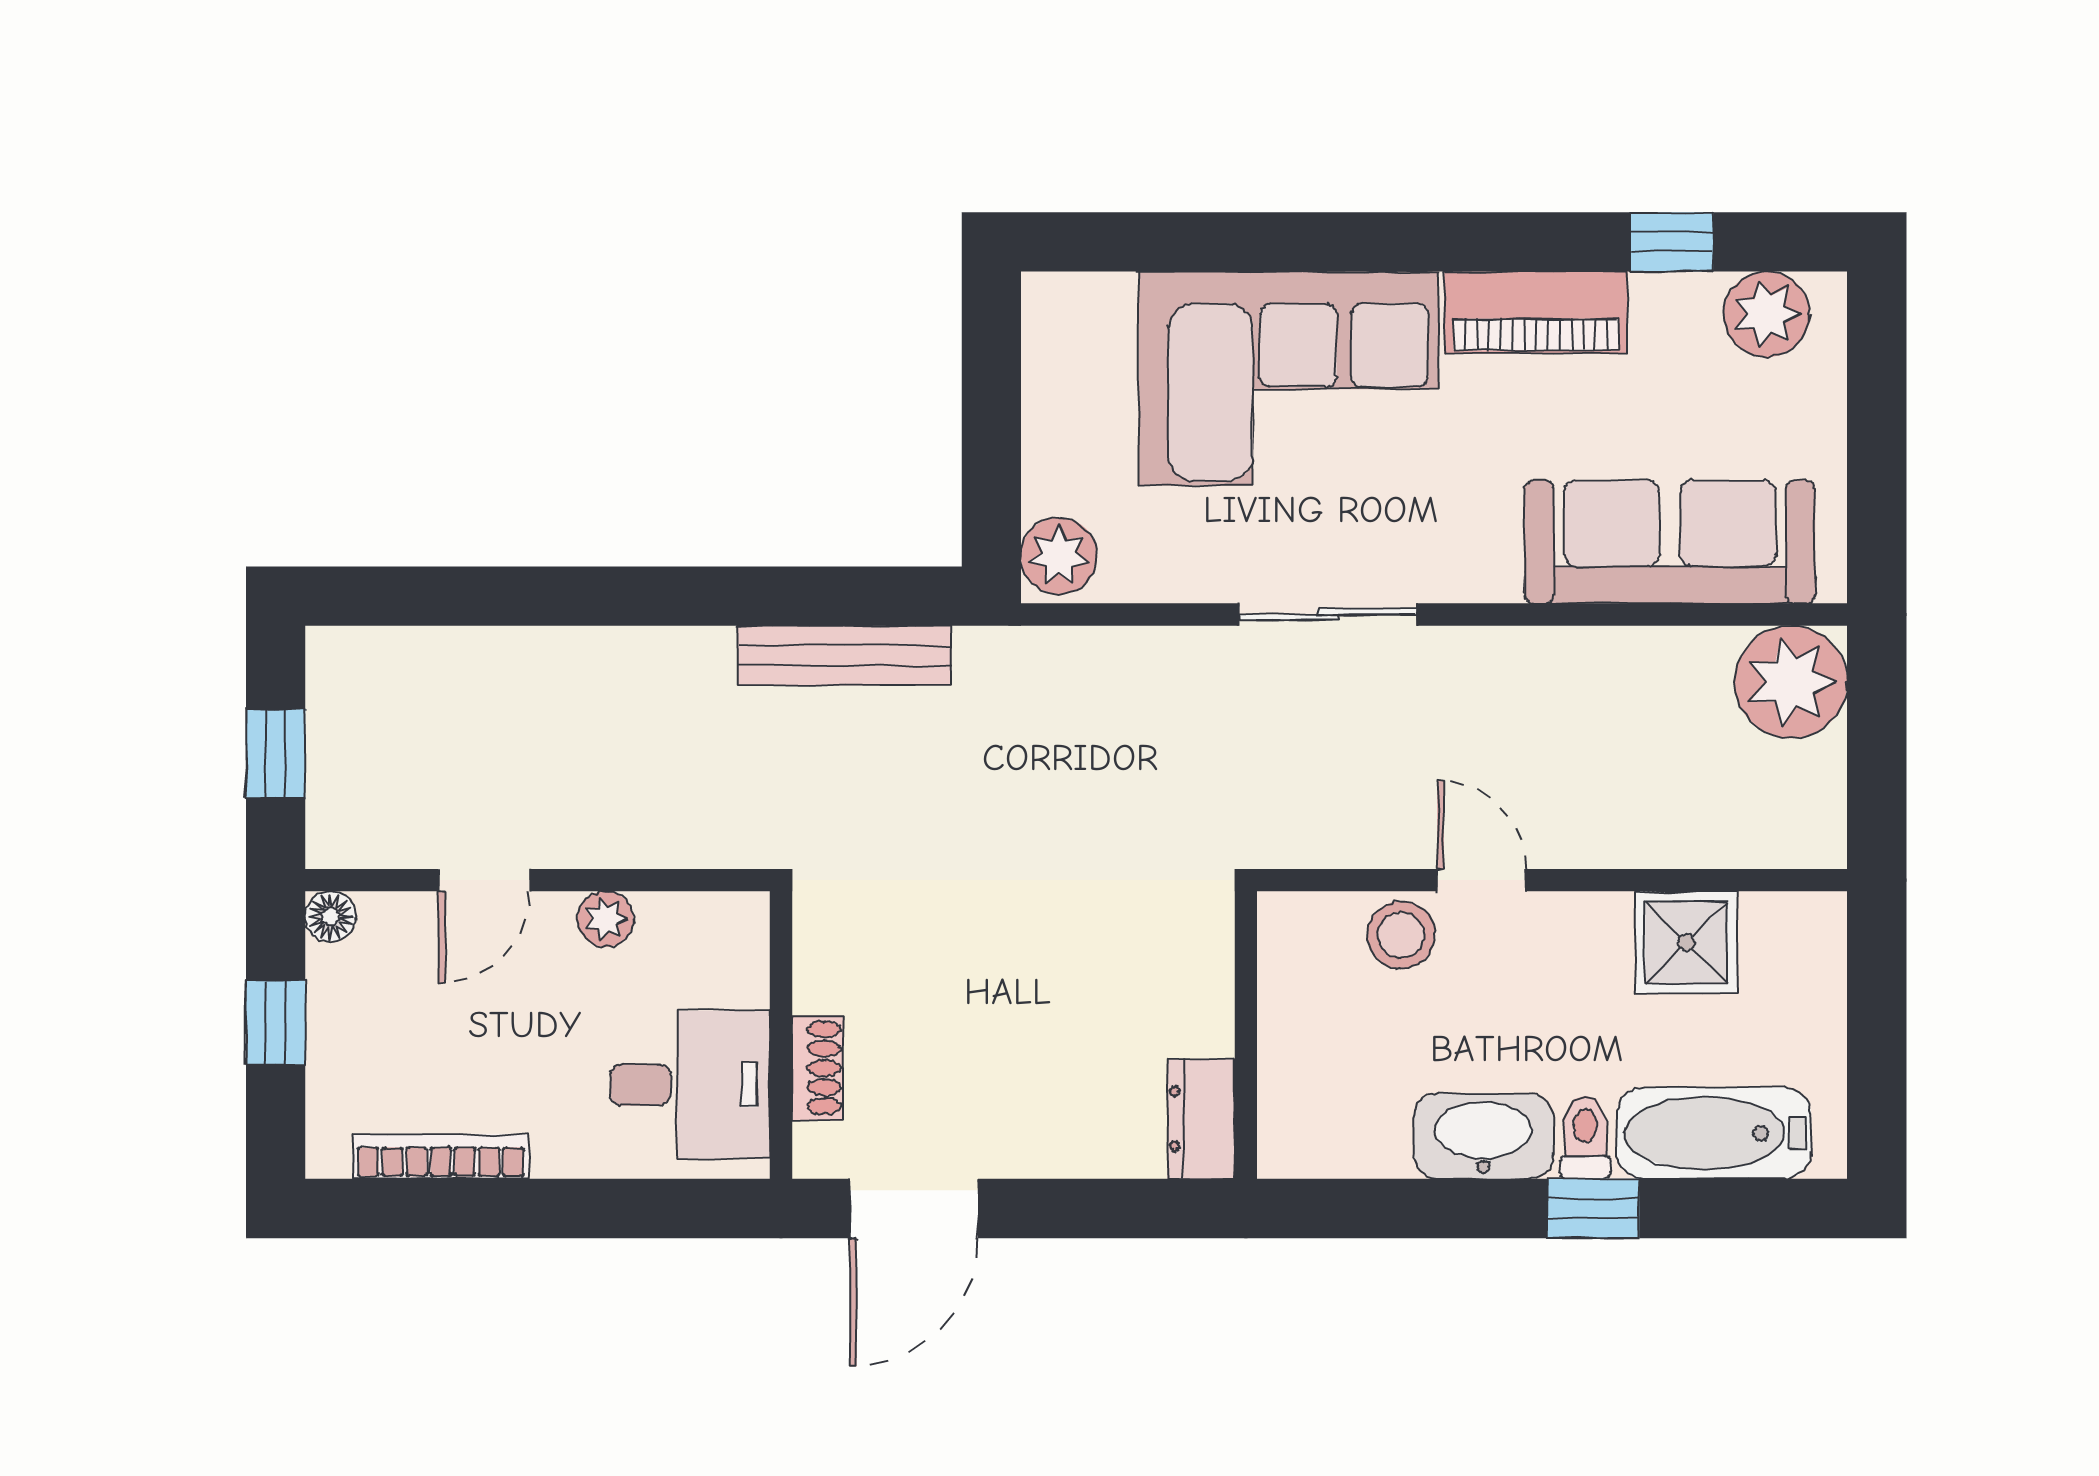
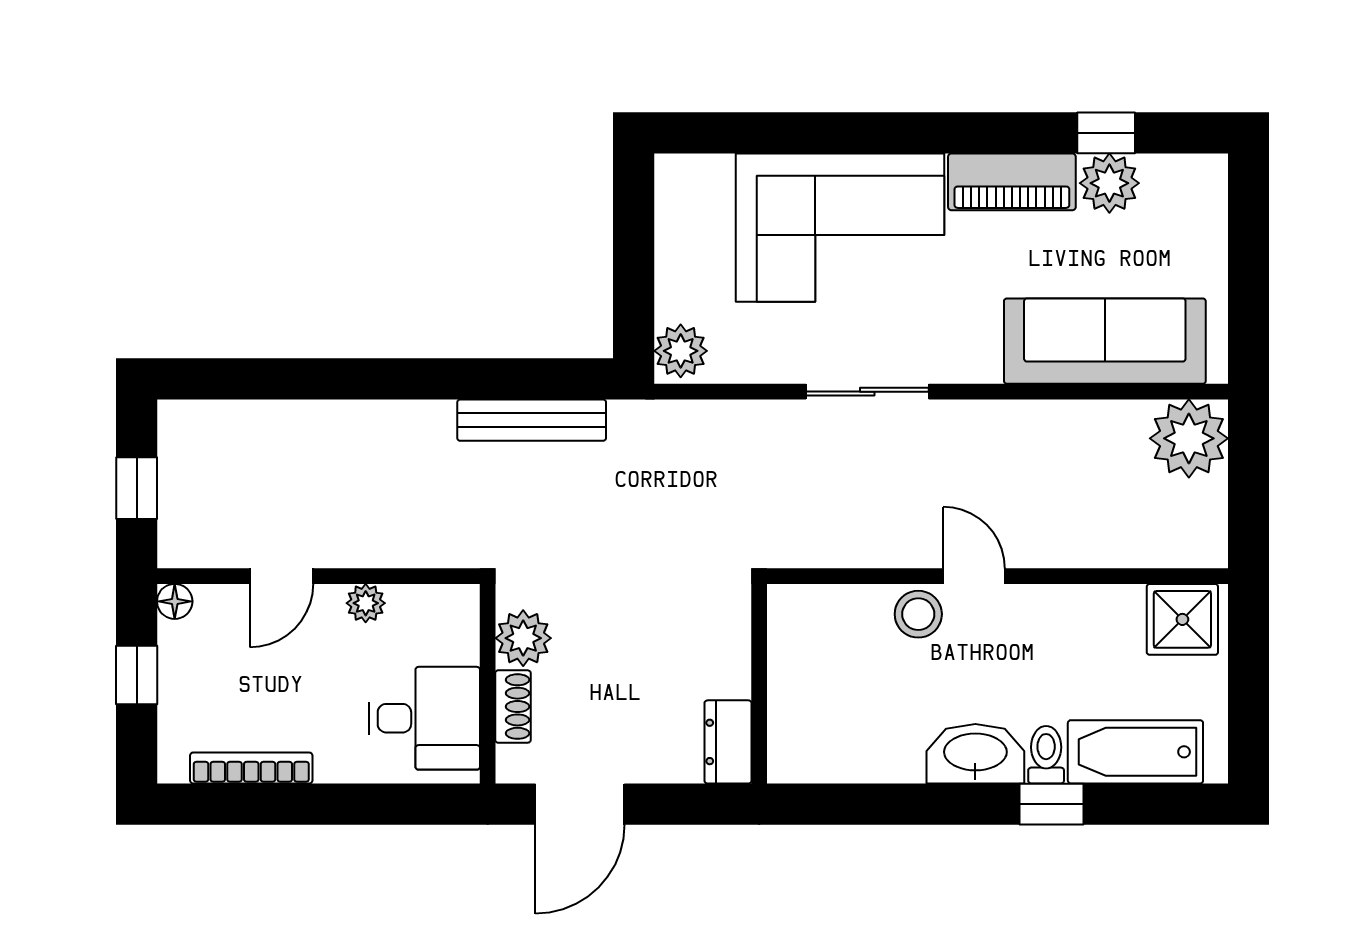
plant: (1767, 314) -> (1109, 183), moved
shower: (1686, 942) -> (1182, 619), moved
plant: (832, 969) -> (523, 638), added
wall: (1246, 1035) -> (759, 684), moved
dresser: (1201, 1119) -> (728, 742), moved

